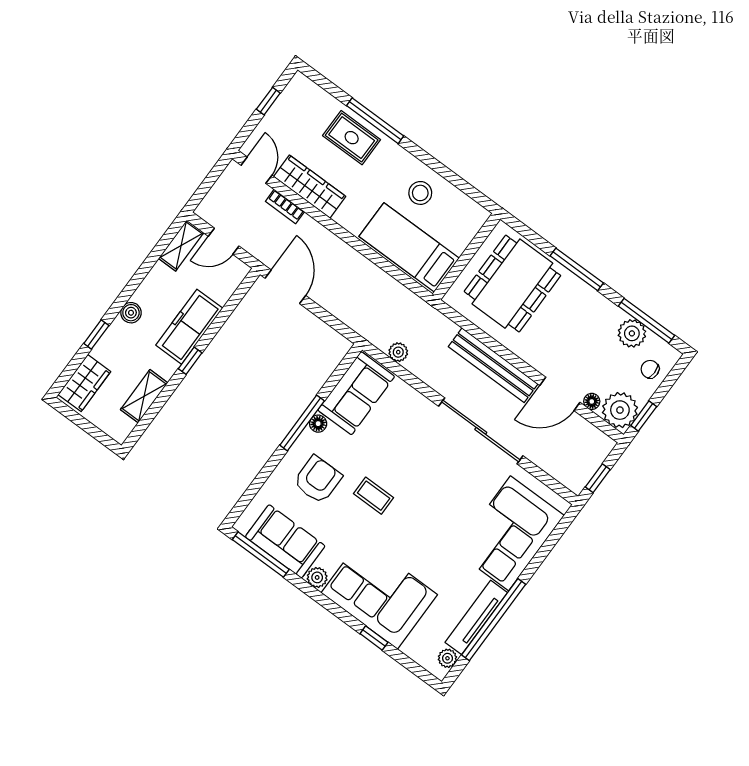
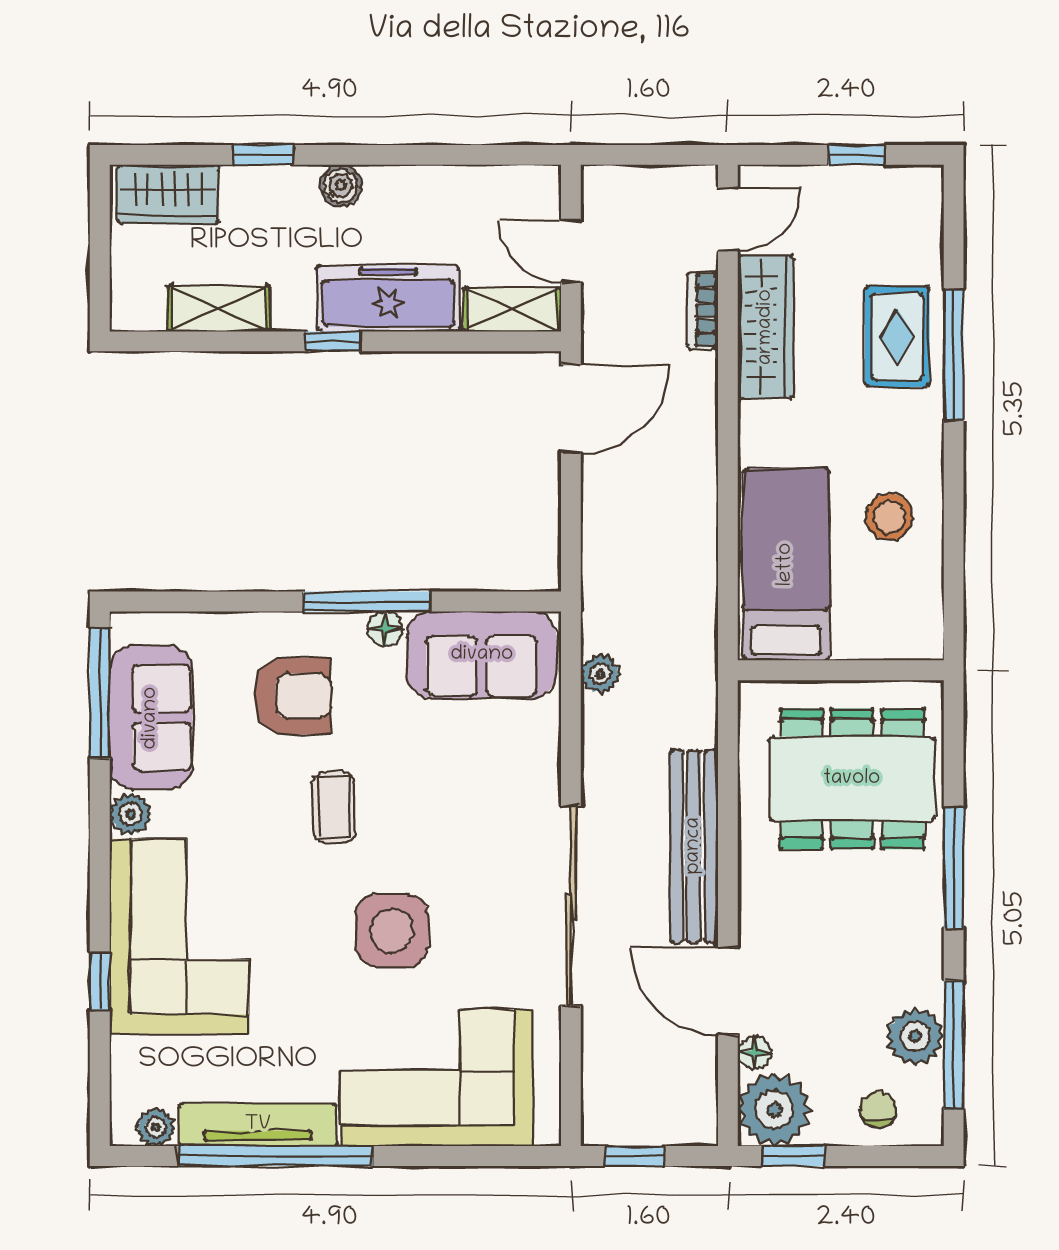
shelving: (181, 246) -> (512, 310), moved
side table: (439, 508) -> (392, 931), added

